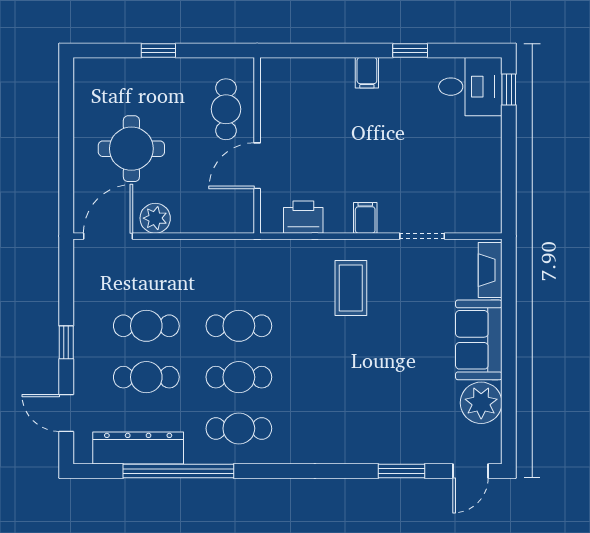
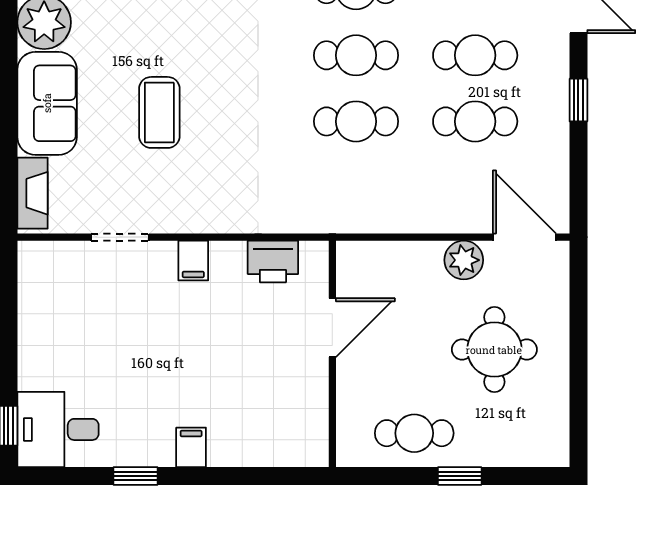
cafe table: (226, 109) -> (414, 433), moved, turned 90
door: (108, 236) -> (525, 237), swing flipped
coffee table: (351, 288) -> (159, 112), moved

